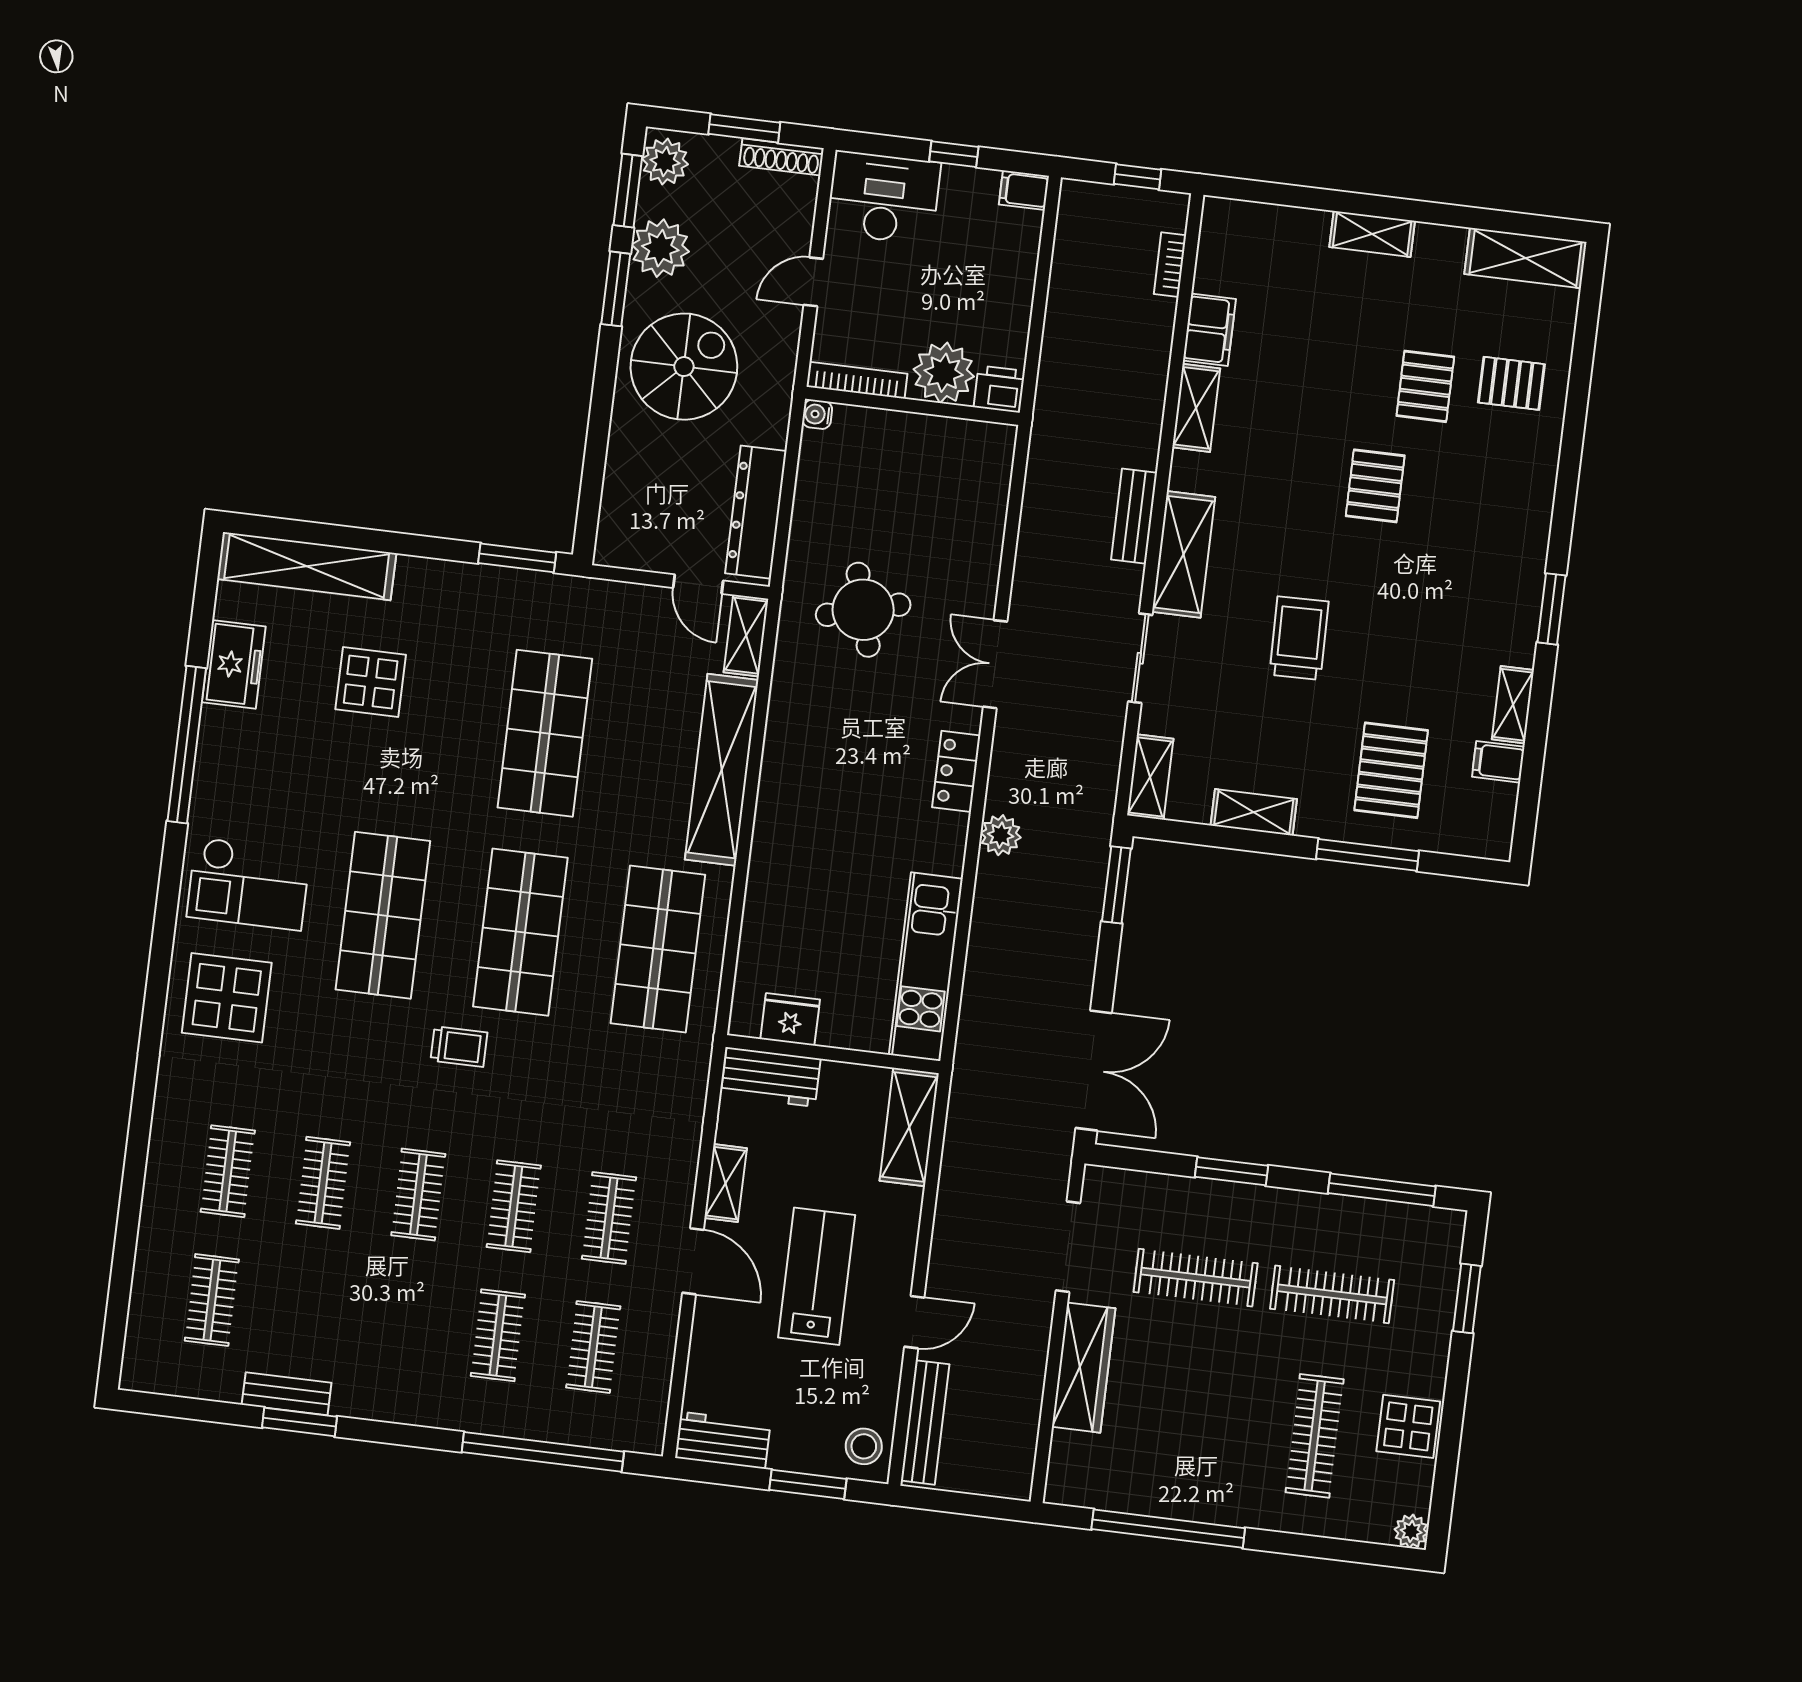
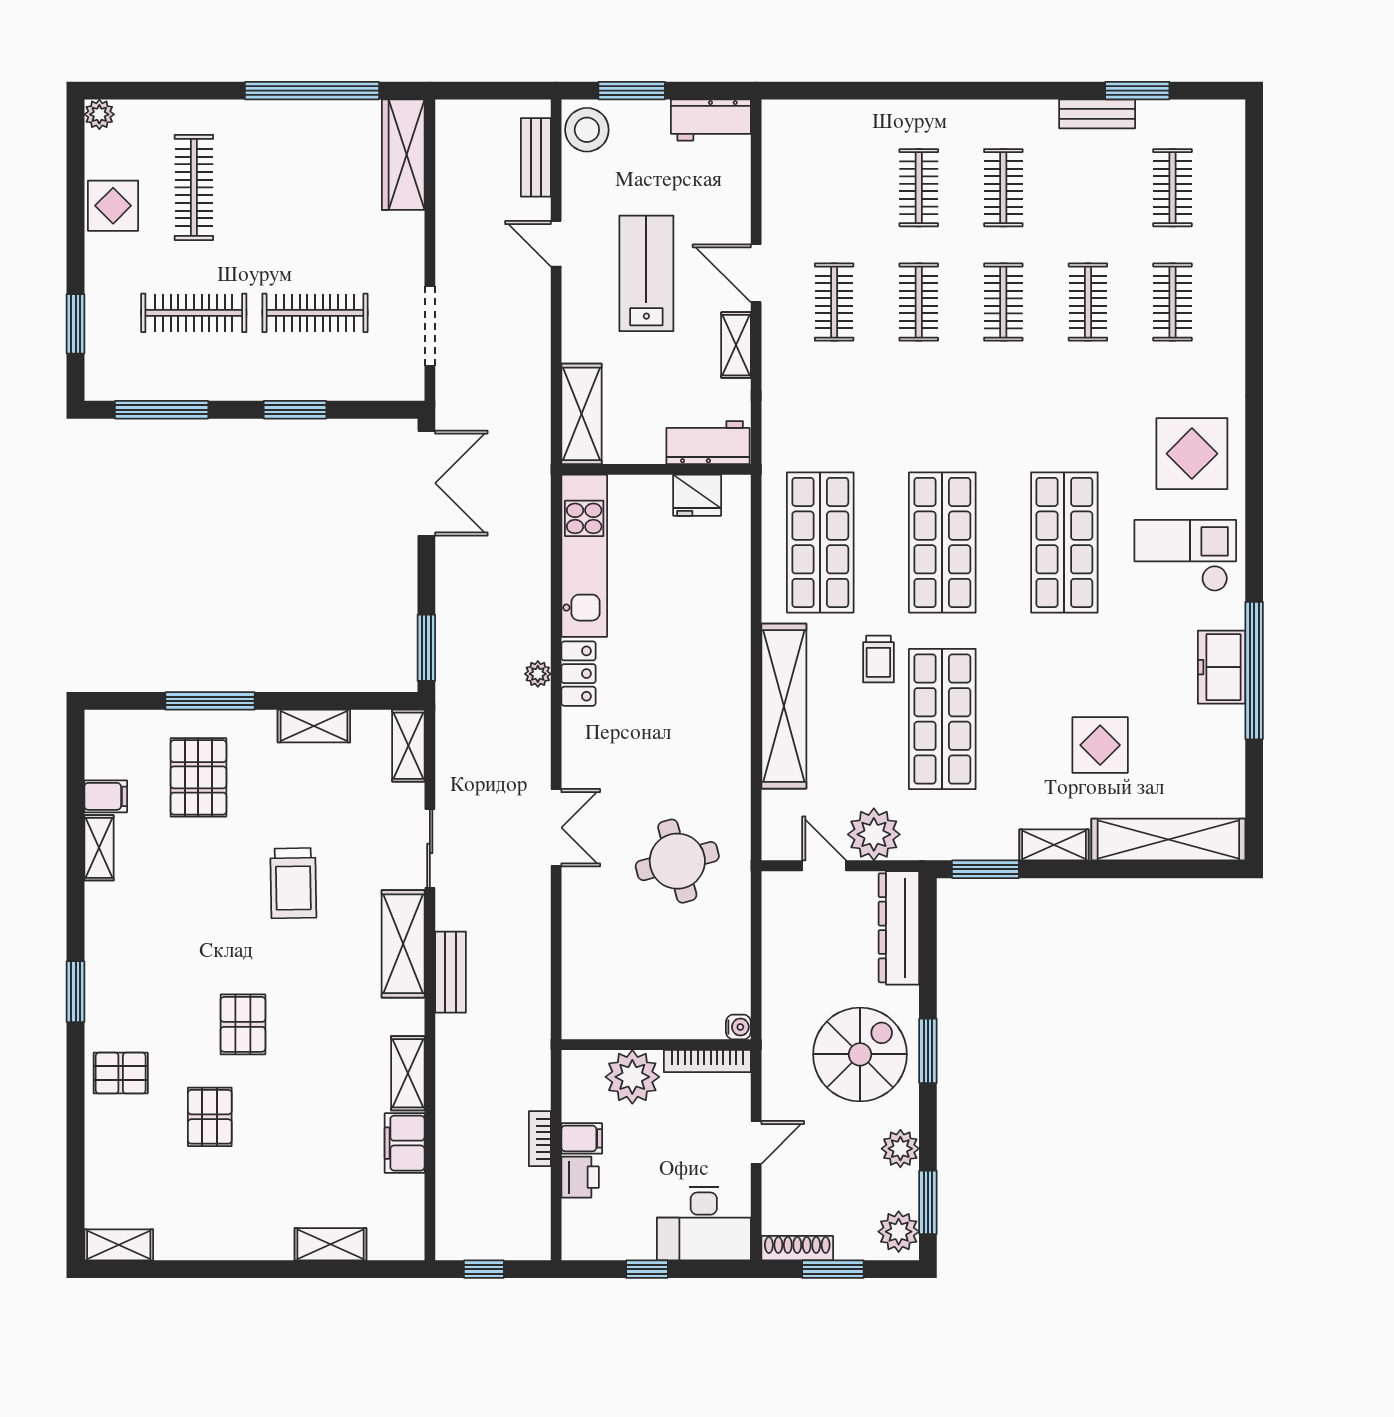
filing cabinet: (1024, 190) -> (582, 1138), moved
shelving: (1372, 234) -> (331, 1244), moved
plant: (660, 248) -> (900, 1149), width x0.73, depth x0.73
shelving: (1526, 258) -> (119, 1245), width x0.67, depth x0.75
bookcase: (1170, 265) -> (540, 1139), moved, turned 180
window: (616, 289) -> (928, 1051), moved
spiral stairs: (684, 367) -> (860, 1054), turned 180
pallet: (1511, 383) -> (121, 1073), moved
printer: (999, 389) -> (580, 1177), moved, turned -90
dresser: (756, 512) -> (899, 928), moved, turned 180
window: (1552, 609) -> (76, 992), moved
plant: (638, 613) -> (874, 834), added
shelving: (746, 636) -> (1054, 845), moved, turned 90
freezer: (234, 664) -> (1222, 667), moved
locker: (956, 771) -> (579, 674), moved
plant: (1001, 835) -> (538, 674), width x0.73, depth x0.73
trolley: (459, 1047) -> (878, 659), moved, turned -90
double door: (1094, 1070) -> (426, 483), swing flipped
lab bench: (817, 1276) -> (646, 273), turned 180
door: (914, 1322) -> (556, 244), hinge flipped
clothes rail: (593, 1347) -> (1003, 188), moved
wardrobe: (1084, 1368) -> (403, 155), moved
window: (300, 1422) -> (1137, 91), moved
bench: (925, 1422) -> (536, 157), width x0.73
stool: (864, 1446) -> (587, 130), width x1.38, depth x1.38
window: (543, 1452) -> (867, 91), removed

